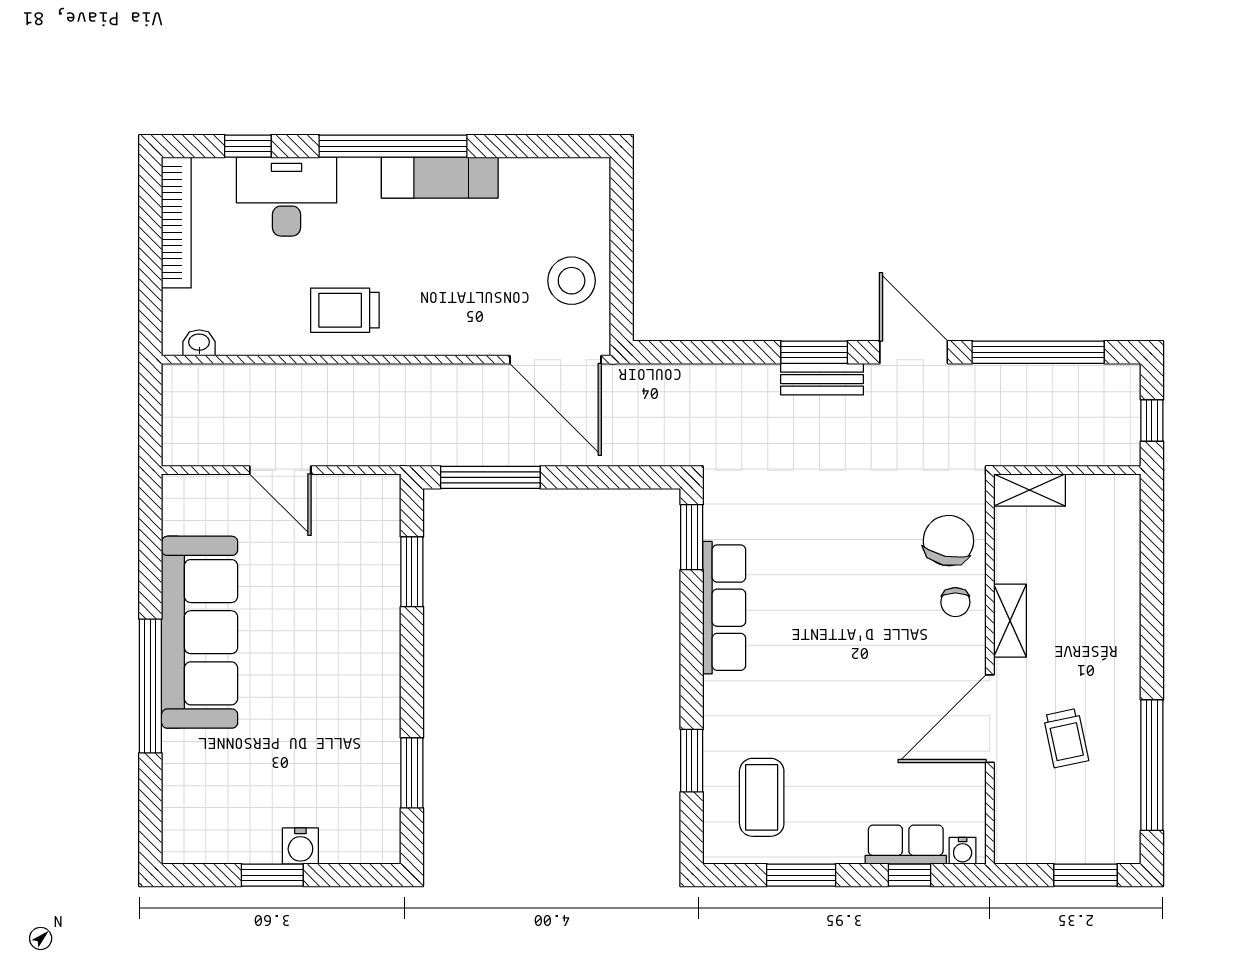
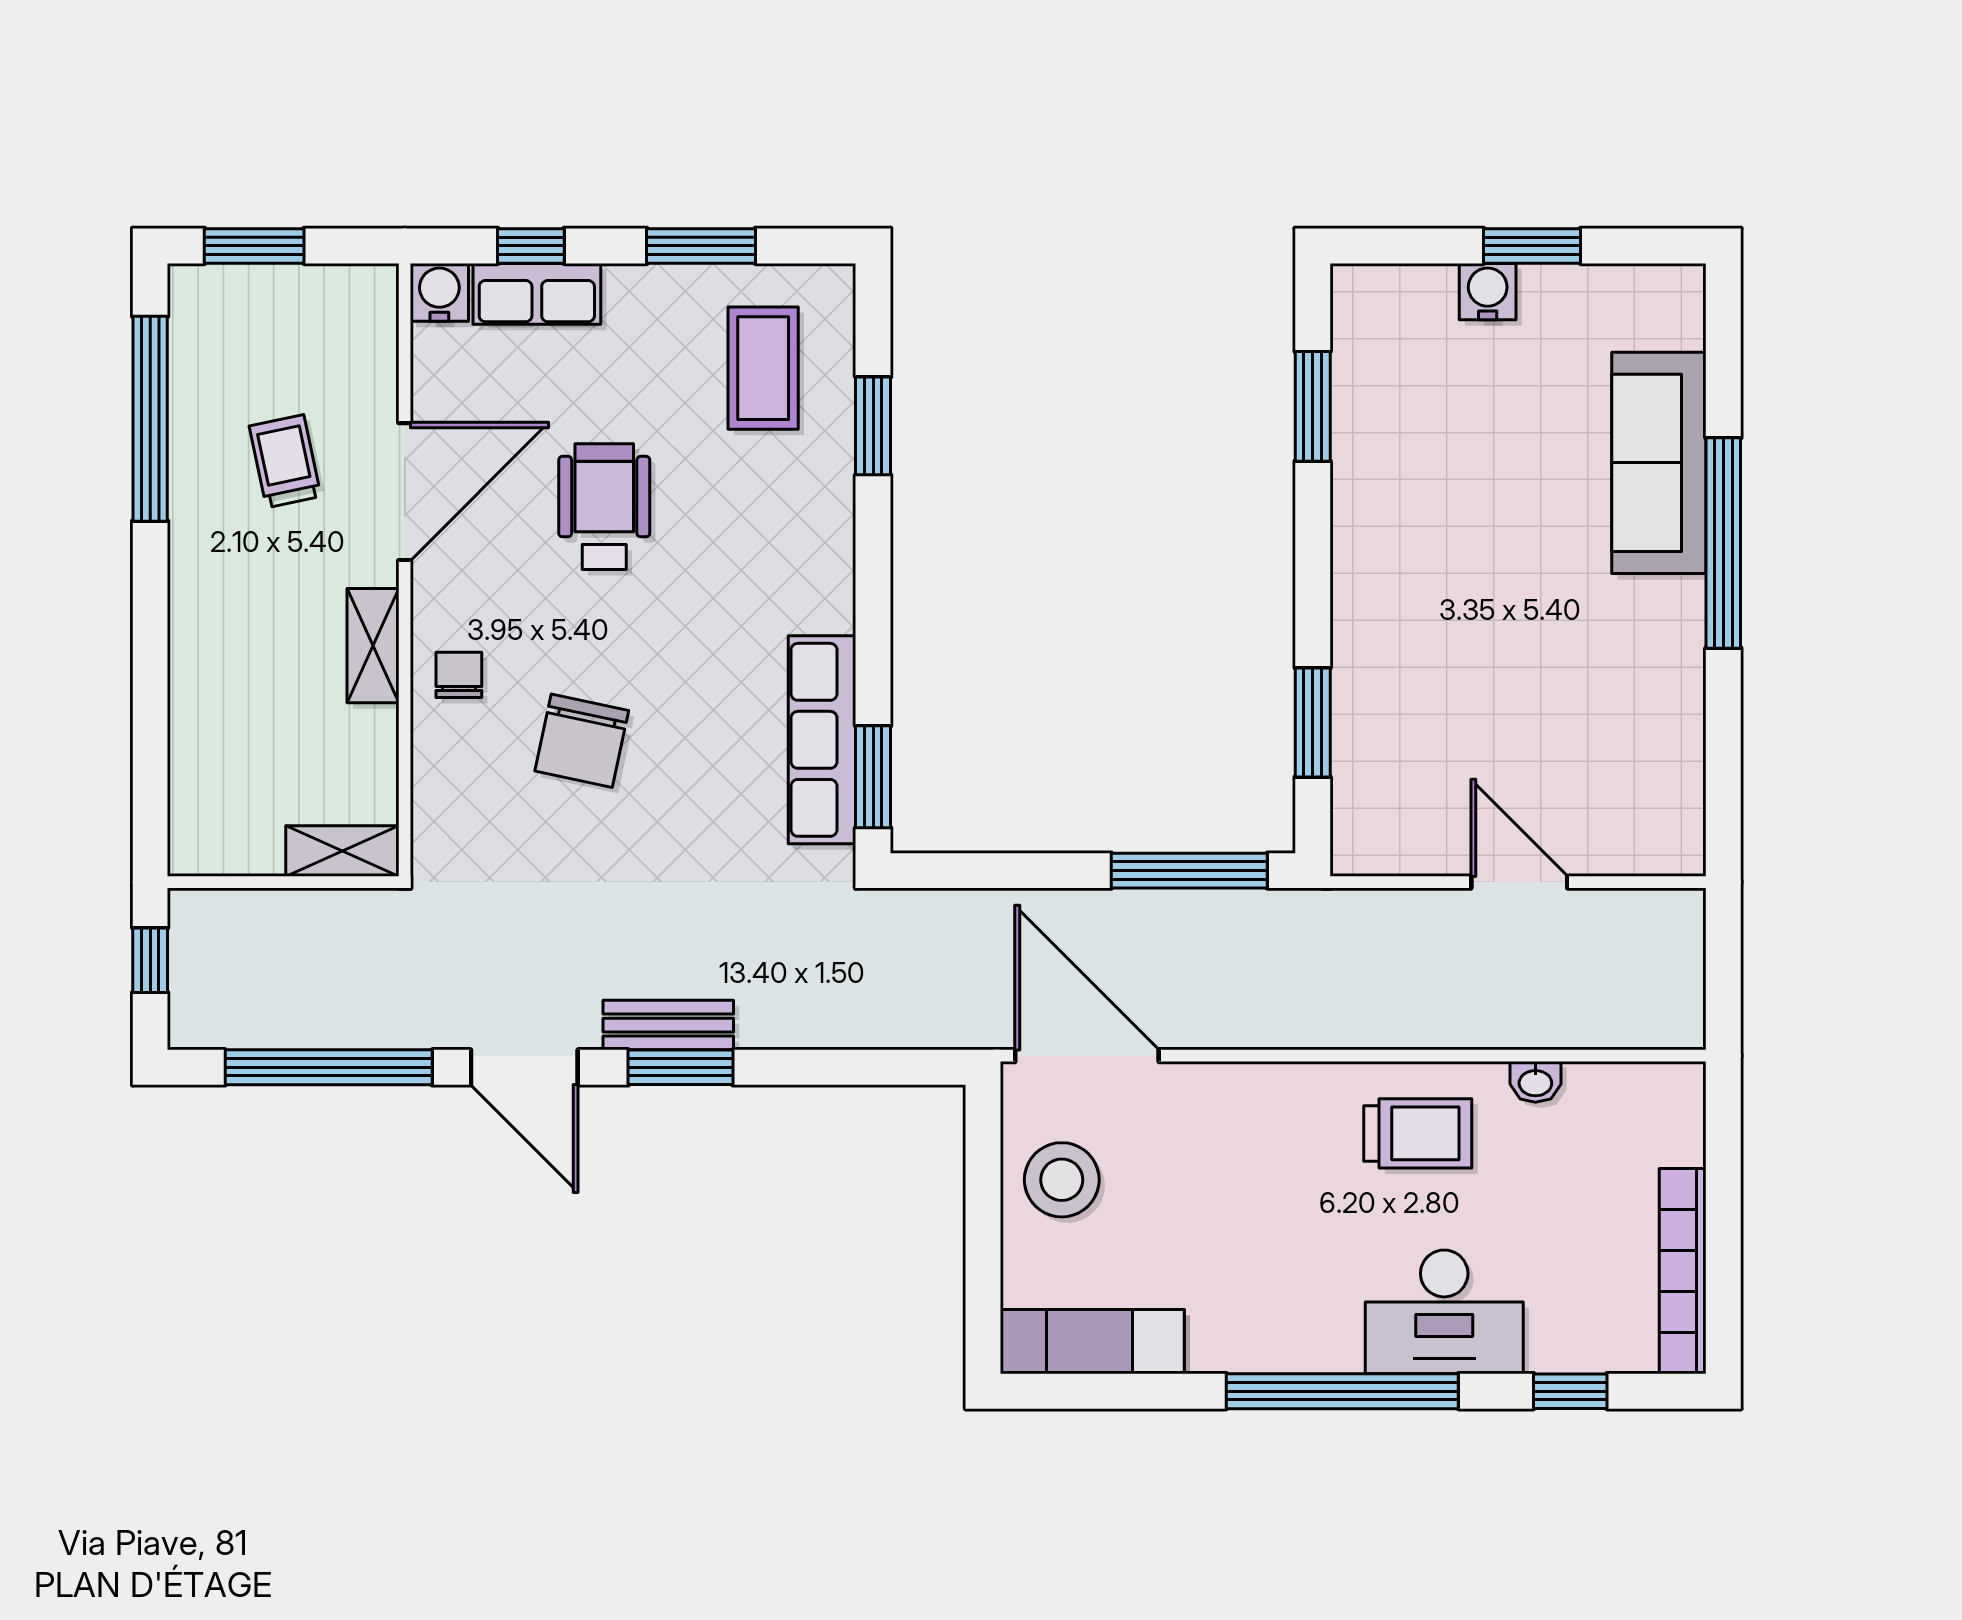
exam couch: (440, 178) -> (1092, 1342), moved
desk: (287, 197) -> (1444, 1312), moved
washbasin: (199, 343) -> (1535, 1082), moved
chair: (948, 541) -> (582, 741), moved
row of seats: (724, 608) -> (822, 740), moved
sofa: (200, 632) -> (1659, 463), moved, width x0.74, depth x0.79
wheelchair: (863, 709) -> (604, 507), added
water cooler: (963, 851) -> (439, 292), width x1.38, depth x1.38

